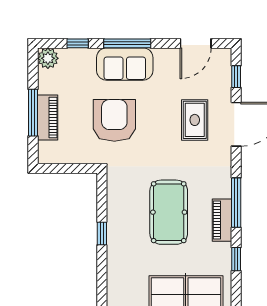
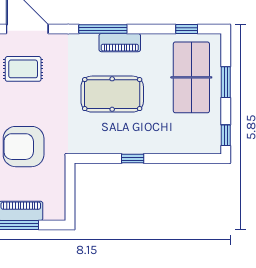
window: (236, 259) -> (187, 29), moved

